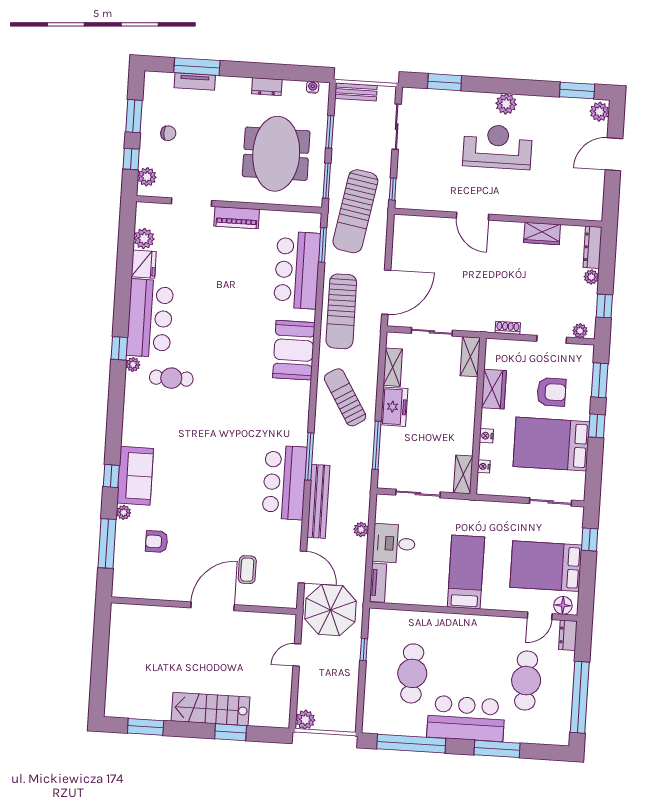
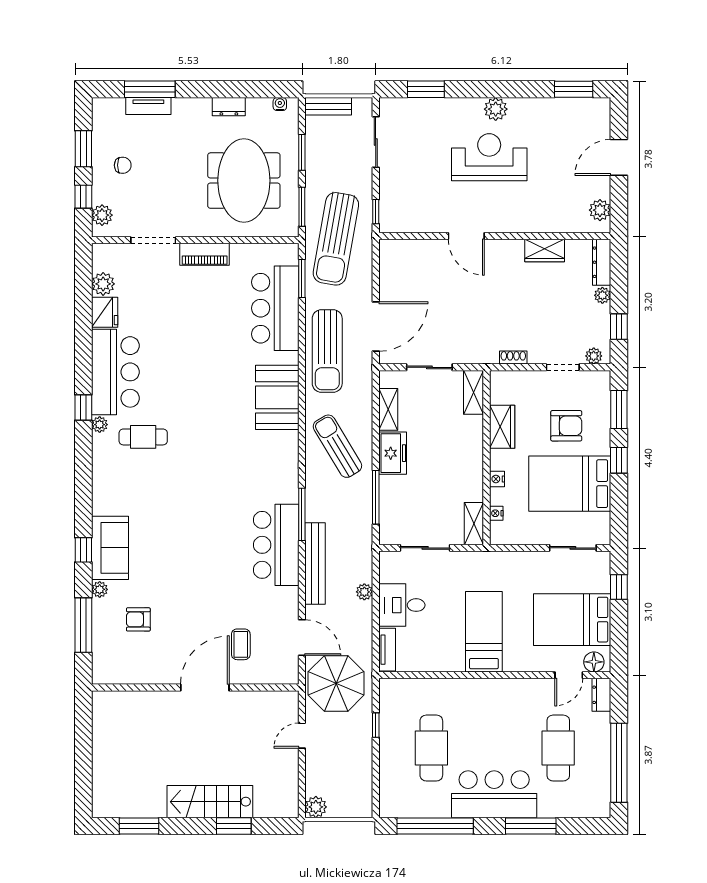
plant: (599, 112) -> (600, 210), moved

